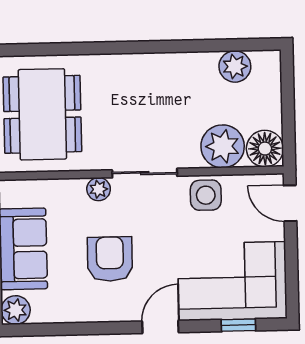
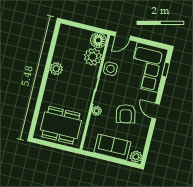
plant: (235, 66) -> (56, 69), moved
armchair: (110, 259) -> (126, 114), turned -102
door: (160, 327) -> (156, 111), moved

